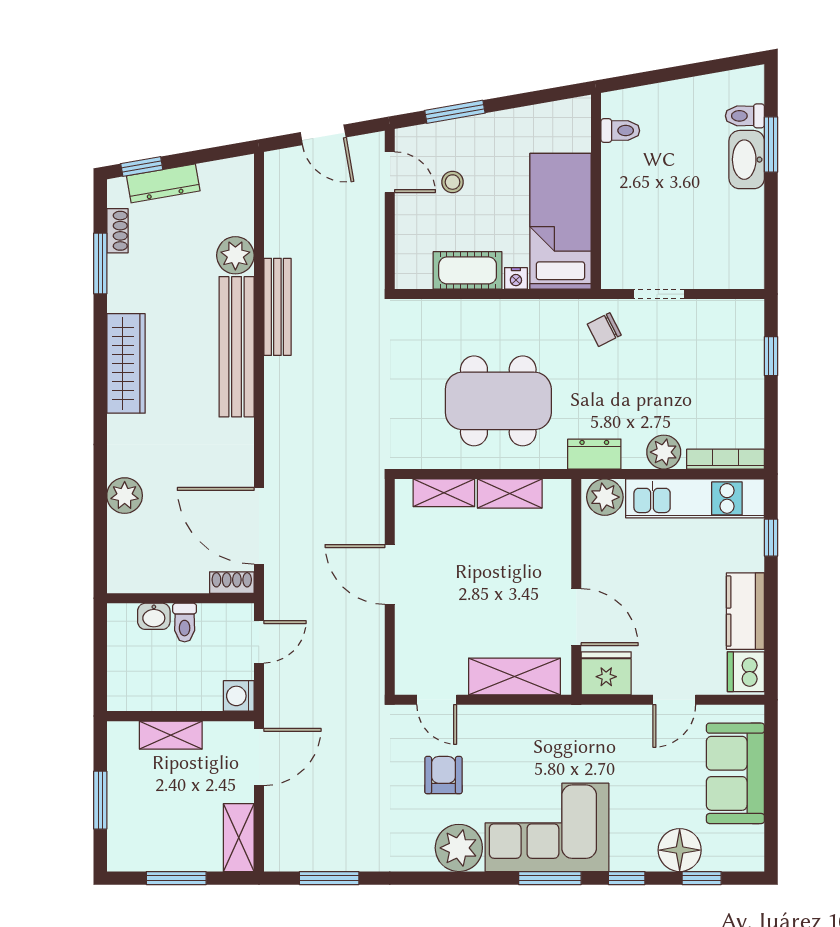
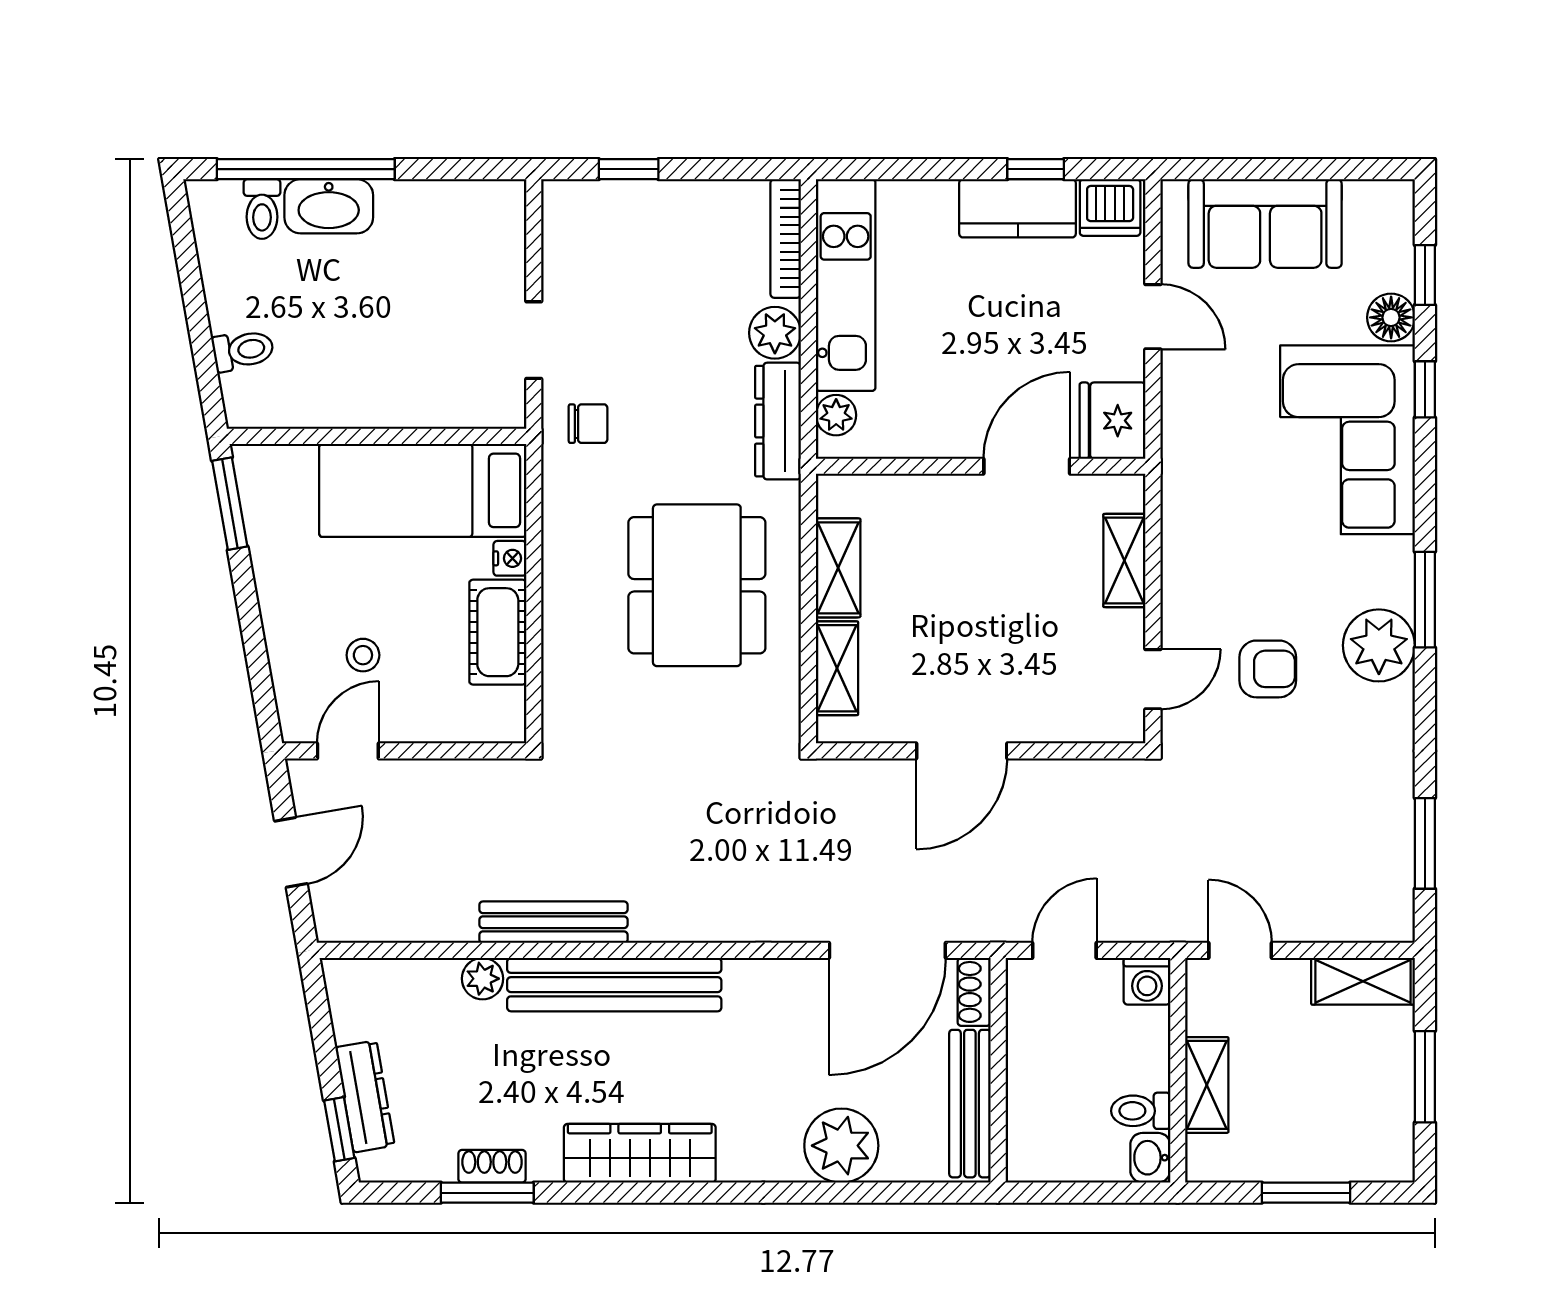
window: (455, 112) -> (230, 504), moved
toilet: (620, 131) -> (243, 350), moved, turned 80
window: (771, 145) -> (306, 169), width x2.11
shoe rack: (117, 231) -> (492, 1166), moved
plant: (235, 255) -> (483, 979), width x0.73, depth x0.73
chair: (604, 330) -> (588, 424), turned -63
dresser: (594, 454) -> (778, 421), width x1.44
plant: (125, 496) -> (841, 1146), width x1.36, depth x1.36
plant: (605, 497) -> (836, 415), width x0.73, depth x0.73
window: (771, 538) -> (1036, 169), moved
bench: (159, 580) -> (970, 1104), added
washbasin: (154, 616) -> (1150, 1158), moved, turned 180
toilet: (185, 623) -> (1141, 1111), moved, turned 180
door: (259, 642) -> (1064, 950), hinge flipped
shelving: (515, 676) -> (1124, 561), width x0.67, depth x0.75
door: (259, 757) -> (1240, 950), width x0.73
armchair: (443, 775) -> (1268, 669), turned 180
corner sofa: (547, 827) -> (1347, 440), moved
floor lamp: (680, 850) -> (1391, 317), width x0.73, depth x0.73
window: (550, 878) -> (1425, 600), moved

